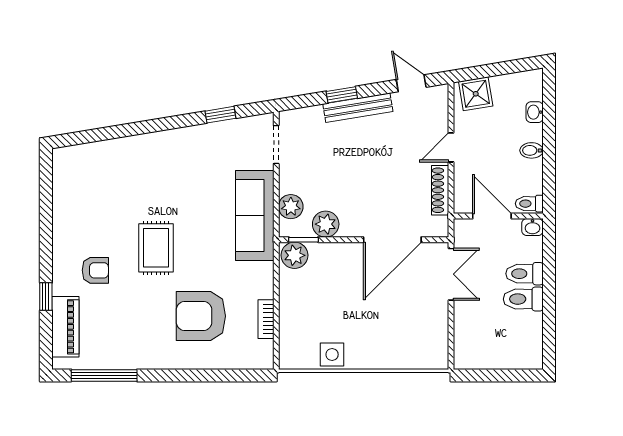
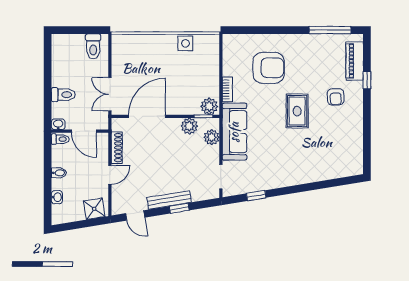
armchair: (95, 270) -> (336, 97), turned -93
toilet: (523, 299) -> (93, 46), moved, turned 90
bookcase: (266, 319) -> (227, 89), moved

